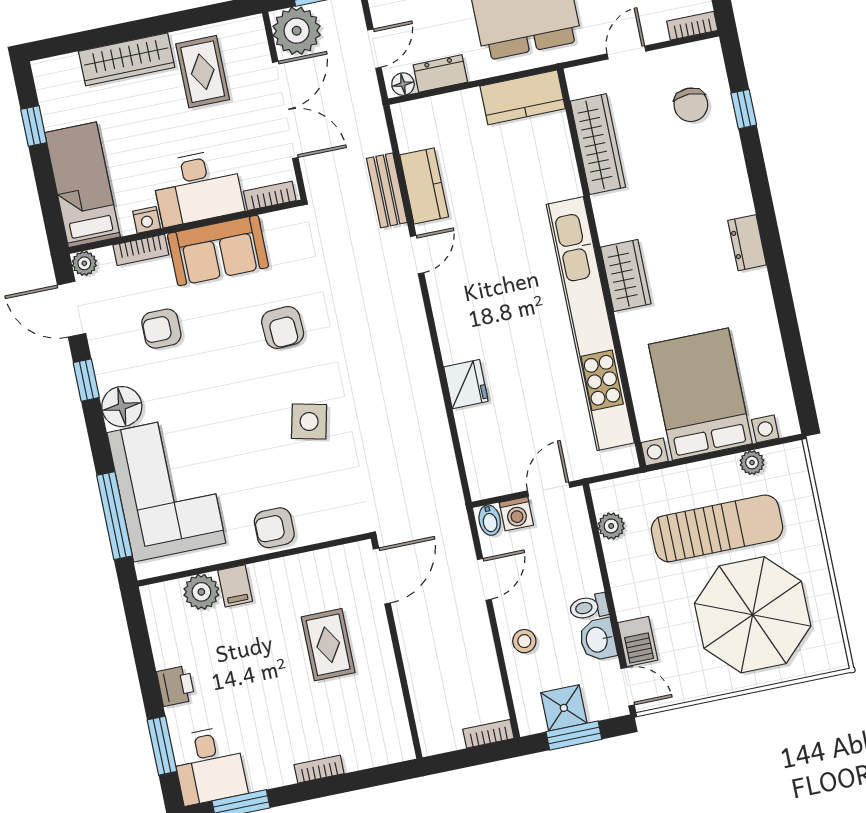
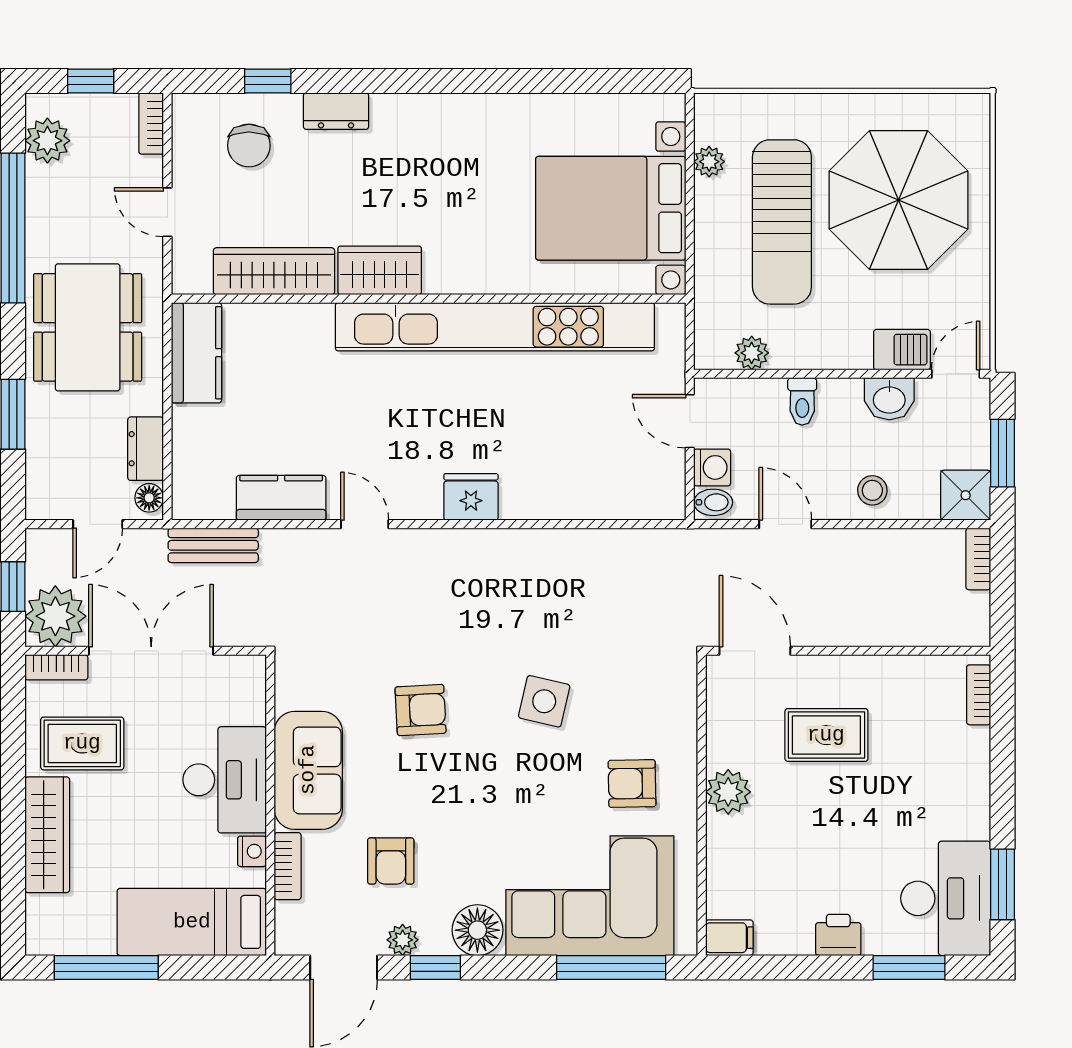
door: (374, 49) -> (98, 524), swing flipped
chair: (691, 105) -> (249, 146), turned 90
window: (34, 126) -> (106, 967), width x2.17
bench: (387, 190) -> (213, 545), moved
bookcase: (270, 196) -> (56, 667), moved, turned -90
dresser: (747, 243) -> (336, 111), moved
plant: (84, 263) -> (403, 940), moved
wardrobe: (626, 275) -> (380, 270), moved
fridge: (466, 384) -> (471, 497), moved
armchair: (274, 528) -> (632, 784), moved, turned 89
sun lounger: (717, 528) -> (782, 222), turned 180
filing cabinet: (235, 586) -> (729, 938), moved
plant: (201, 592) -> (728, 792), moved
toilet: (589, 607) -> (802, 401), moved
shower: (564, 708) -> (966, 495), moved
desk: (209, 765) -> (946, 898), width x1.37
bookcase: (319, 769) -> (979, 695), moved

